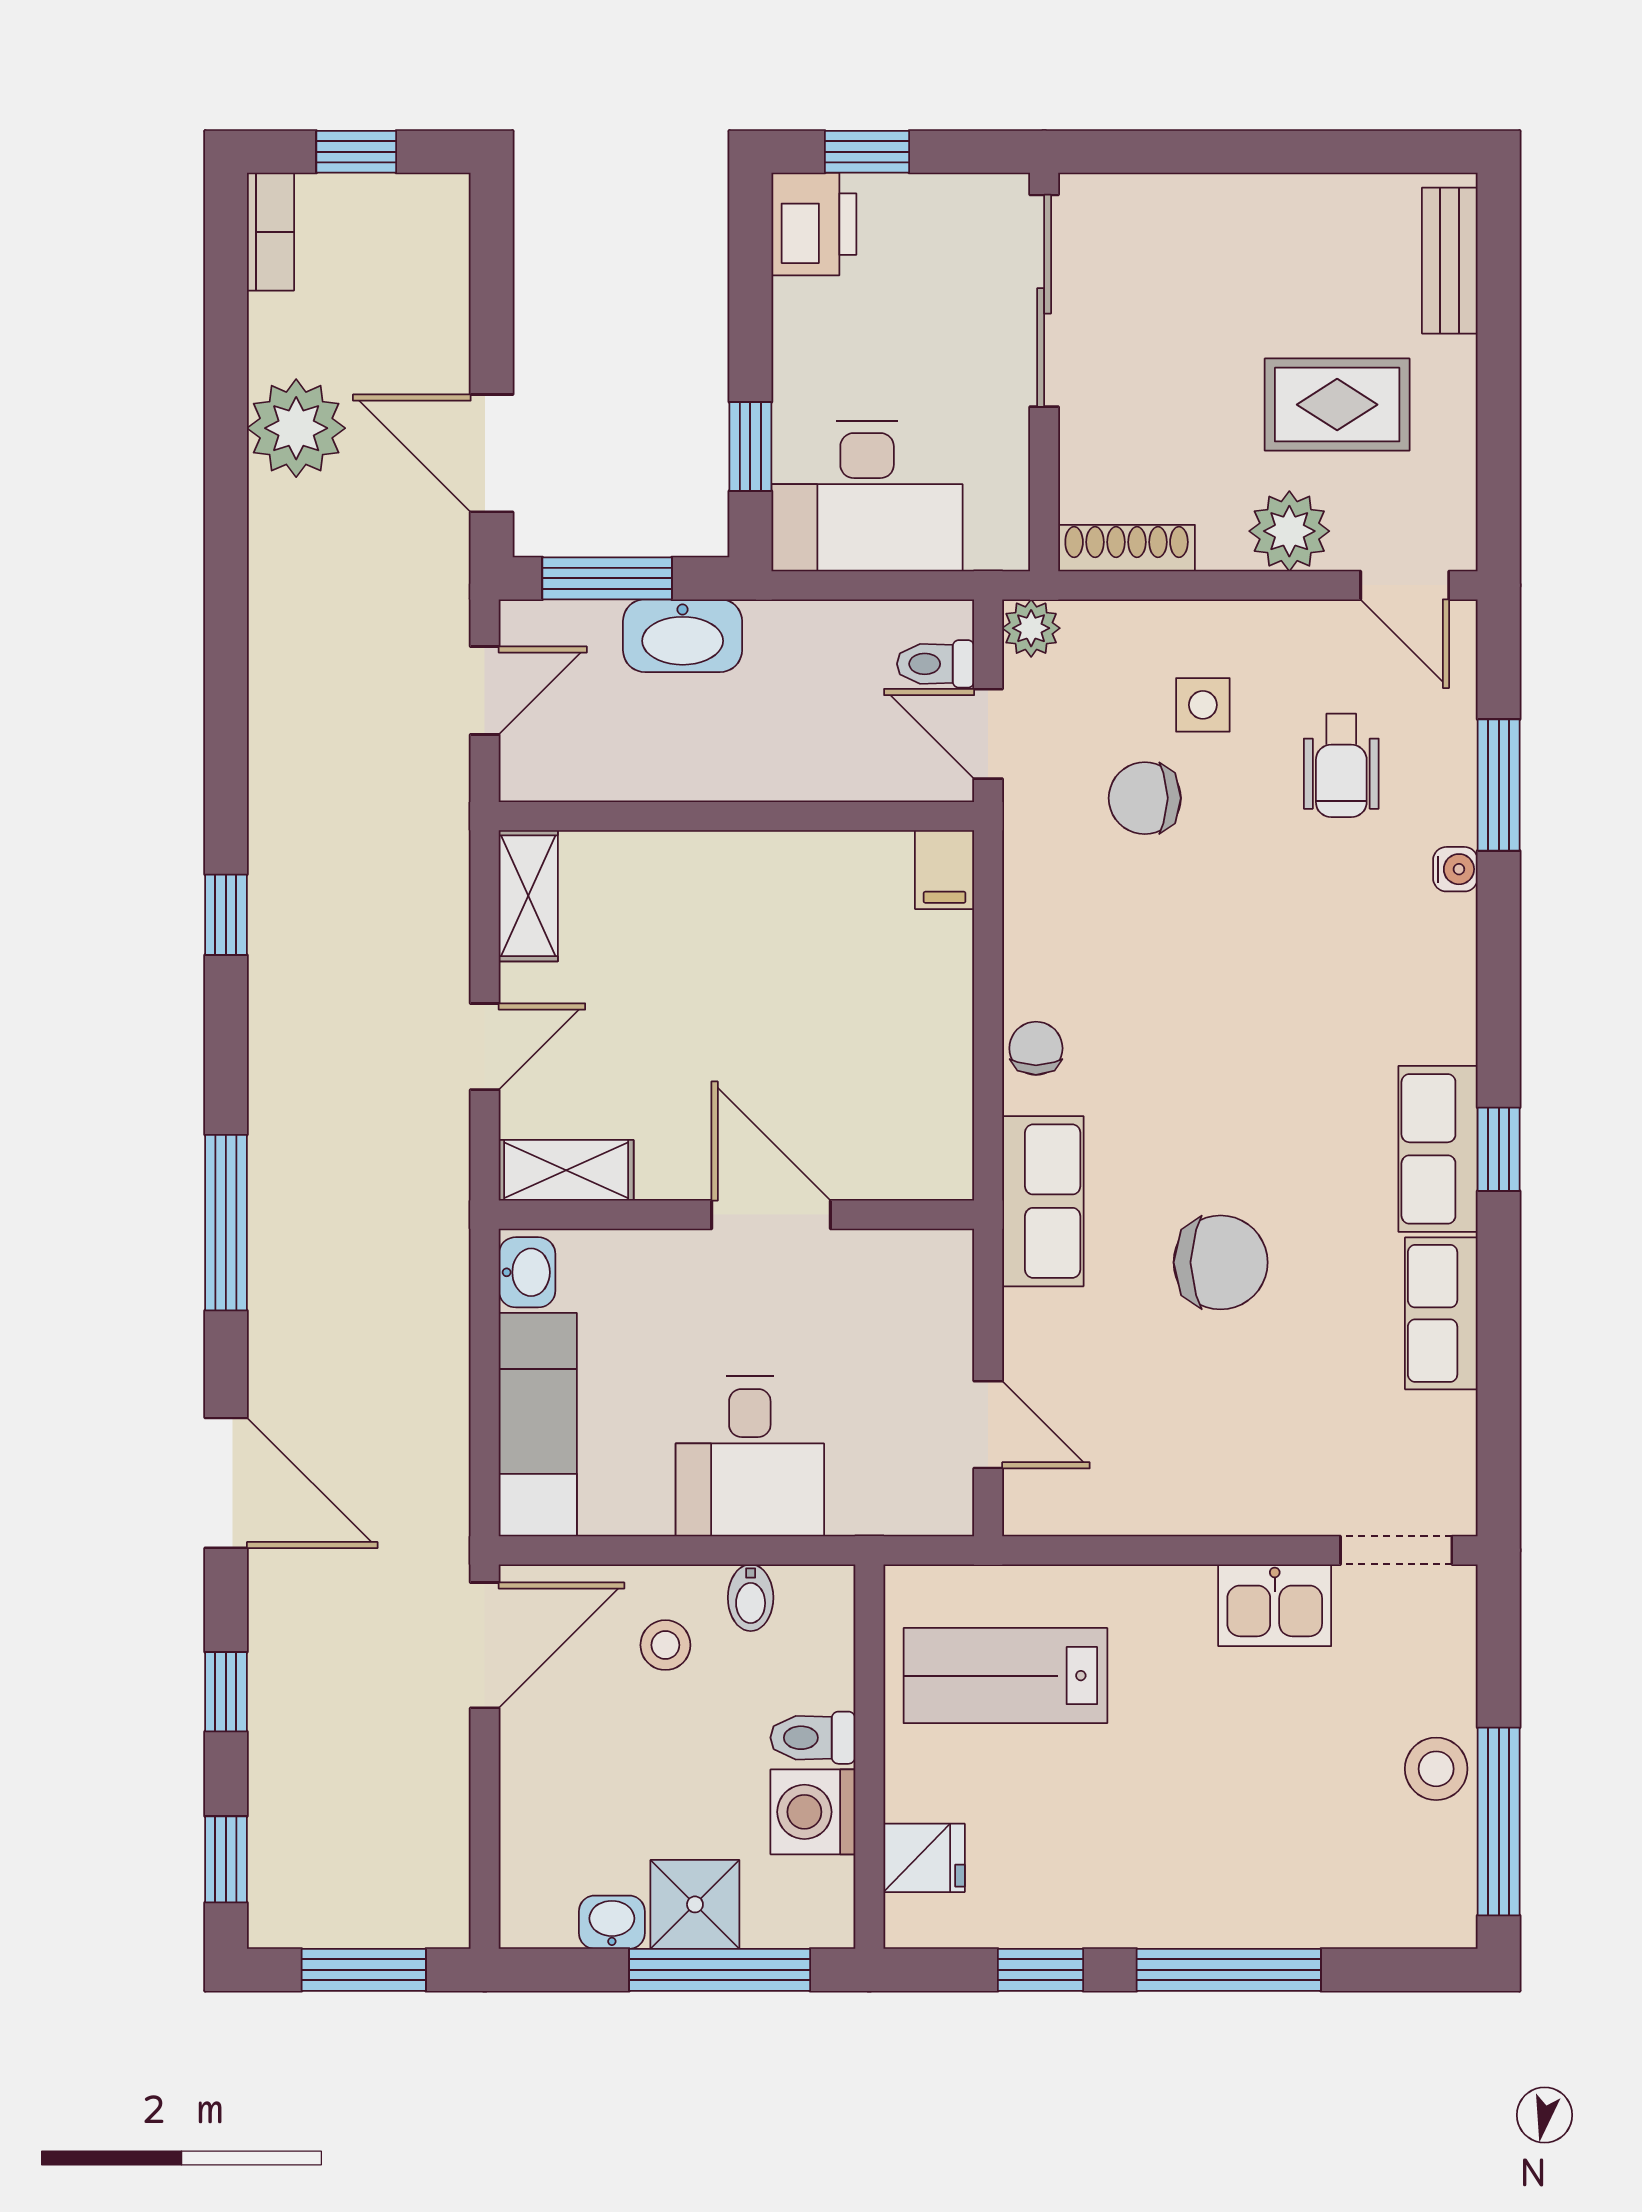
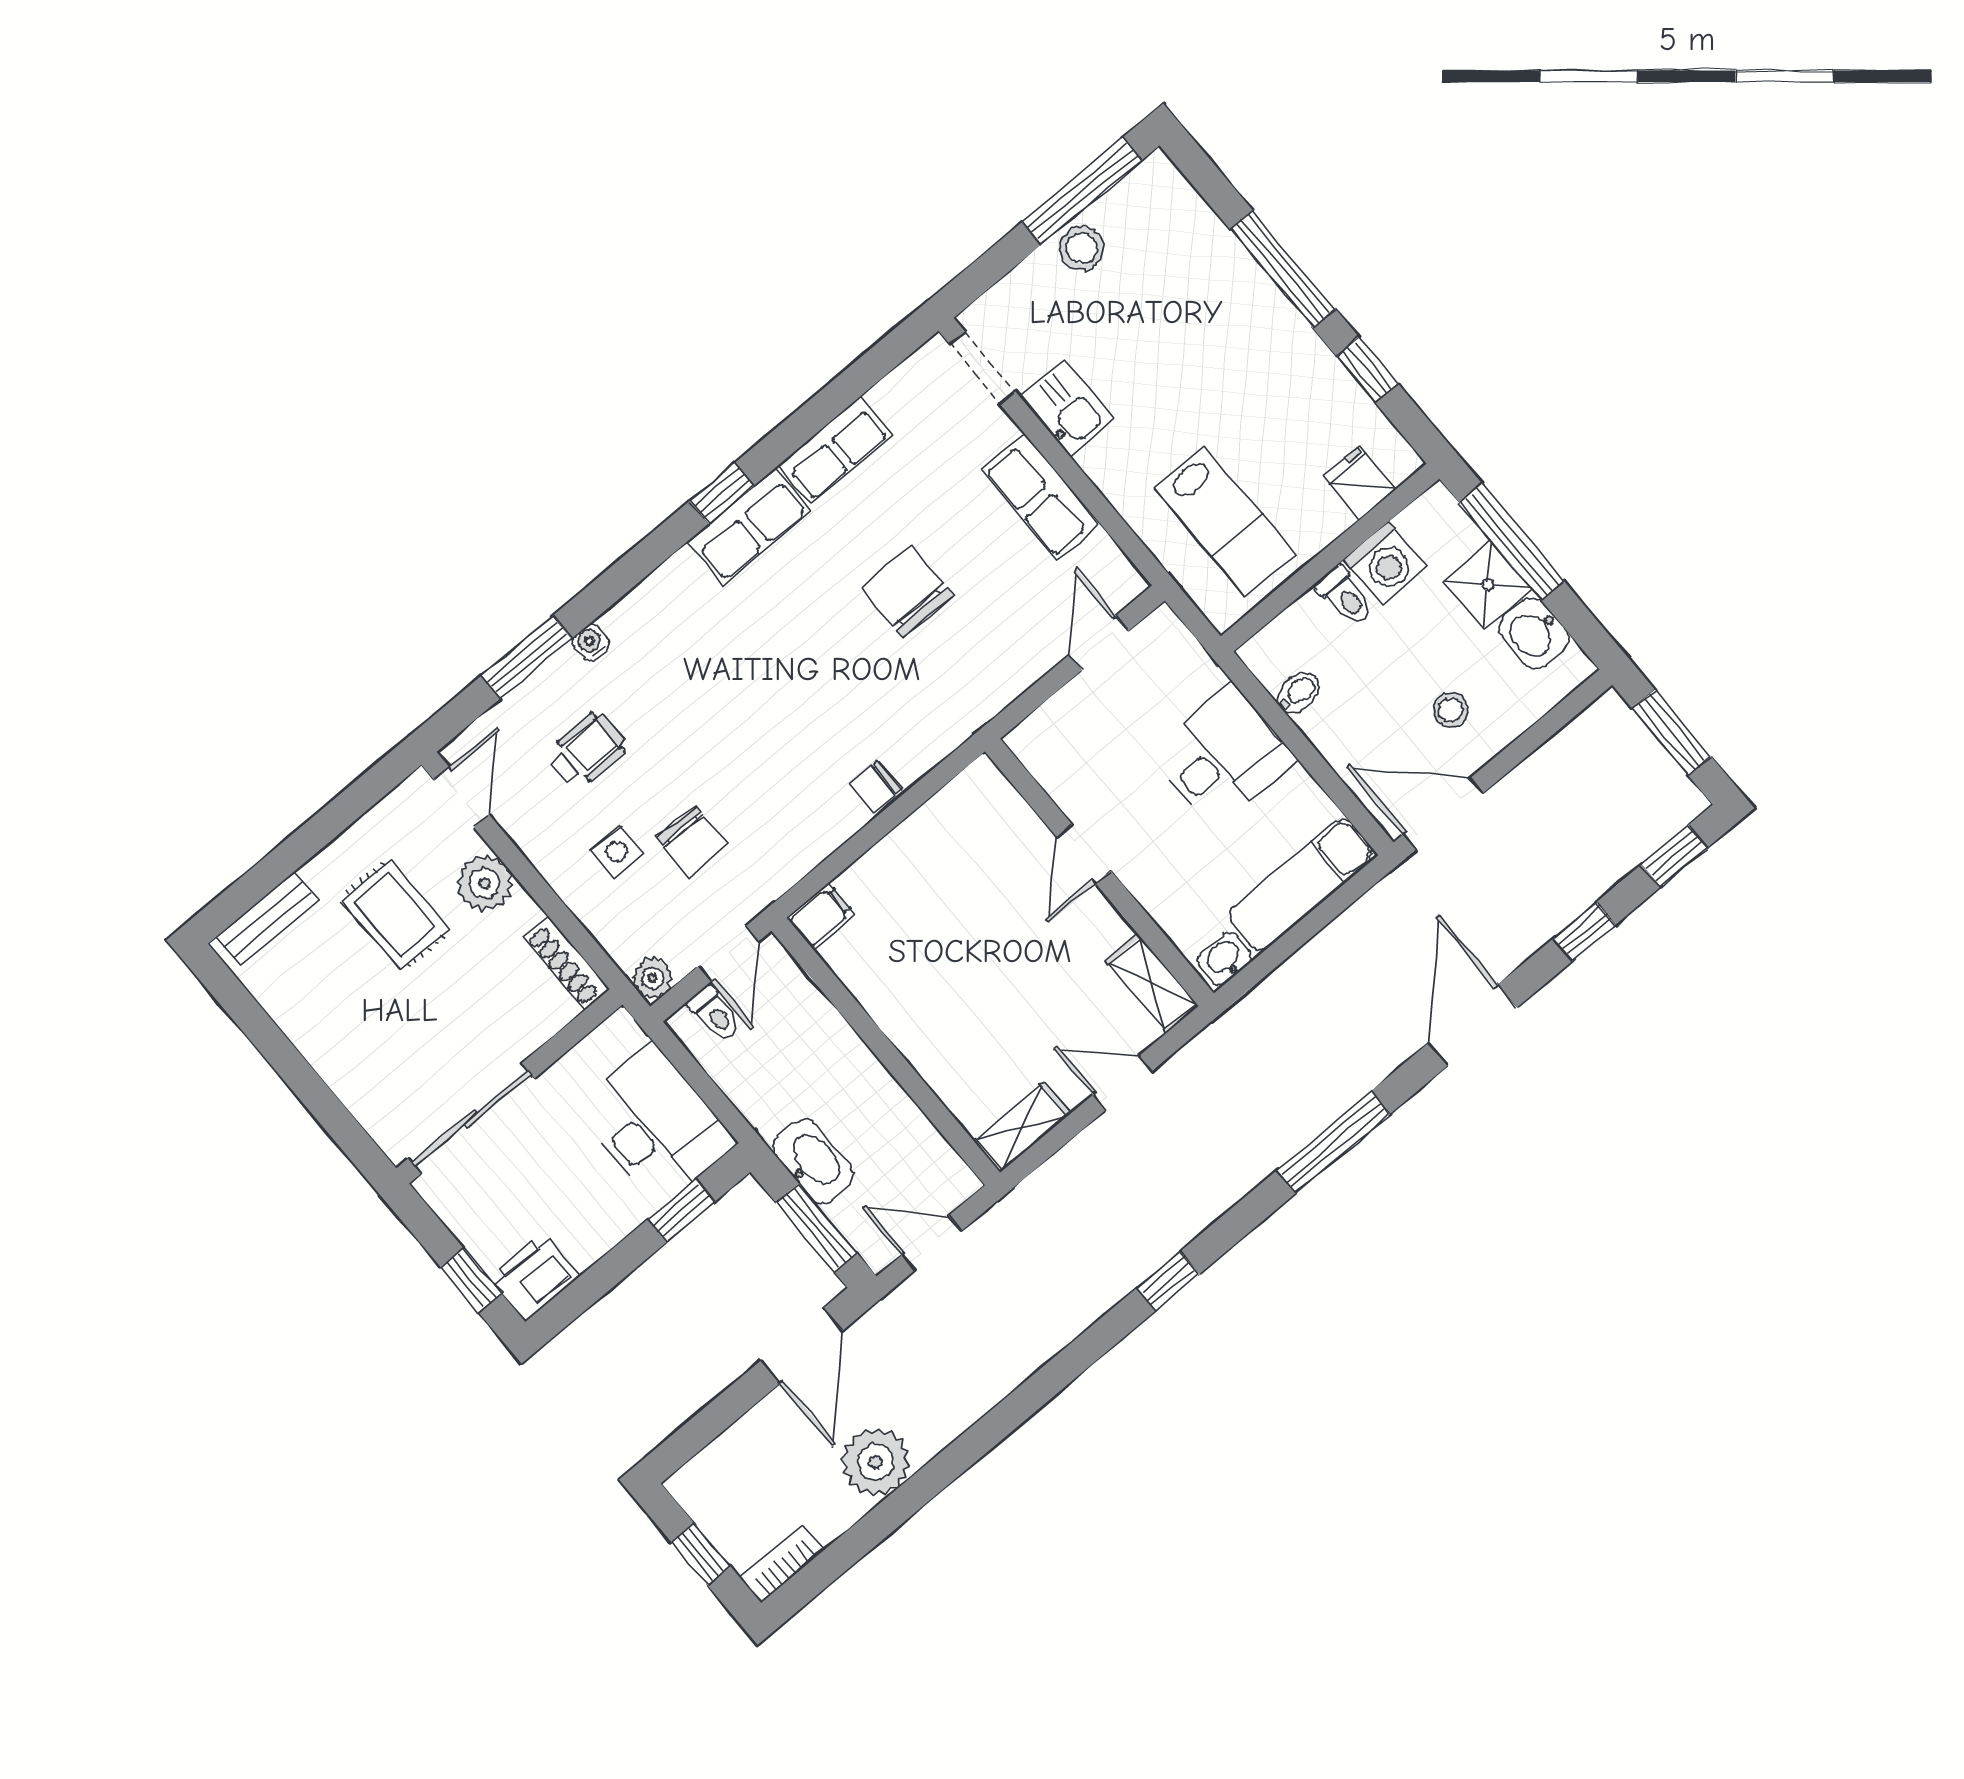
row of seats: (1043, 1201) -> (1041, 497), moved, turned -90
door: (771, 1215) -> (1084, 854), width x0.73
stool: (665, 1645) -> (1451, 710), moved
washbasin: (612, 1922) -> (1534, 633), width x1.38, depth x1.45

